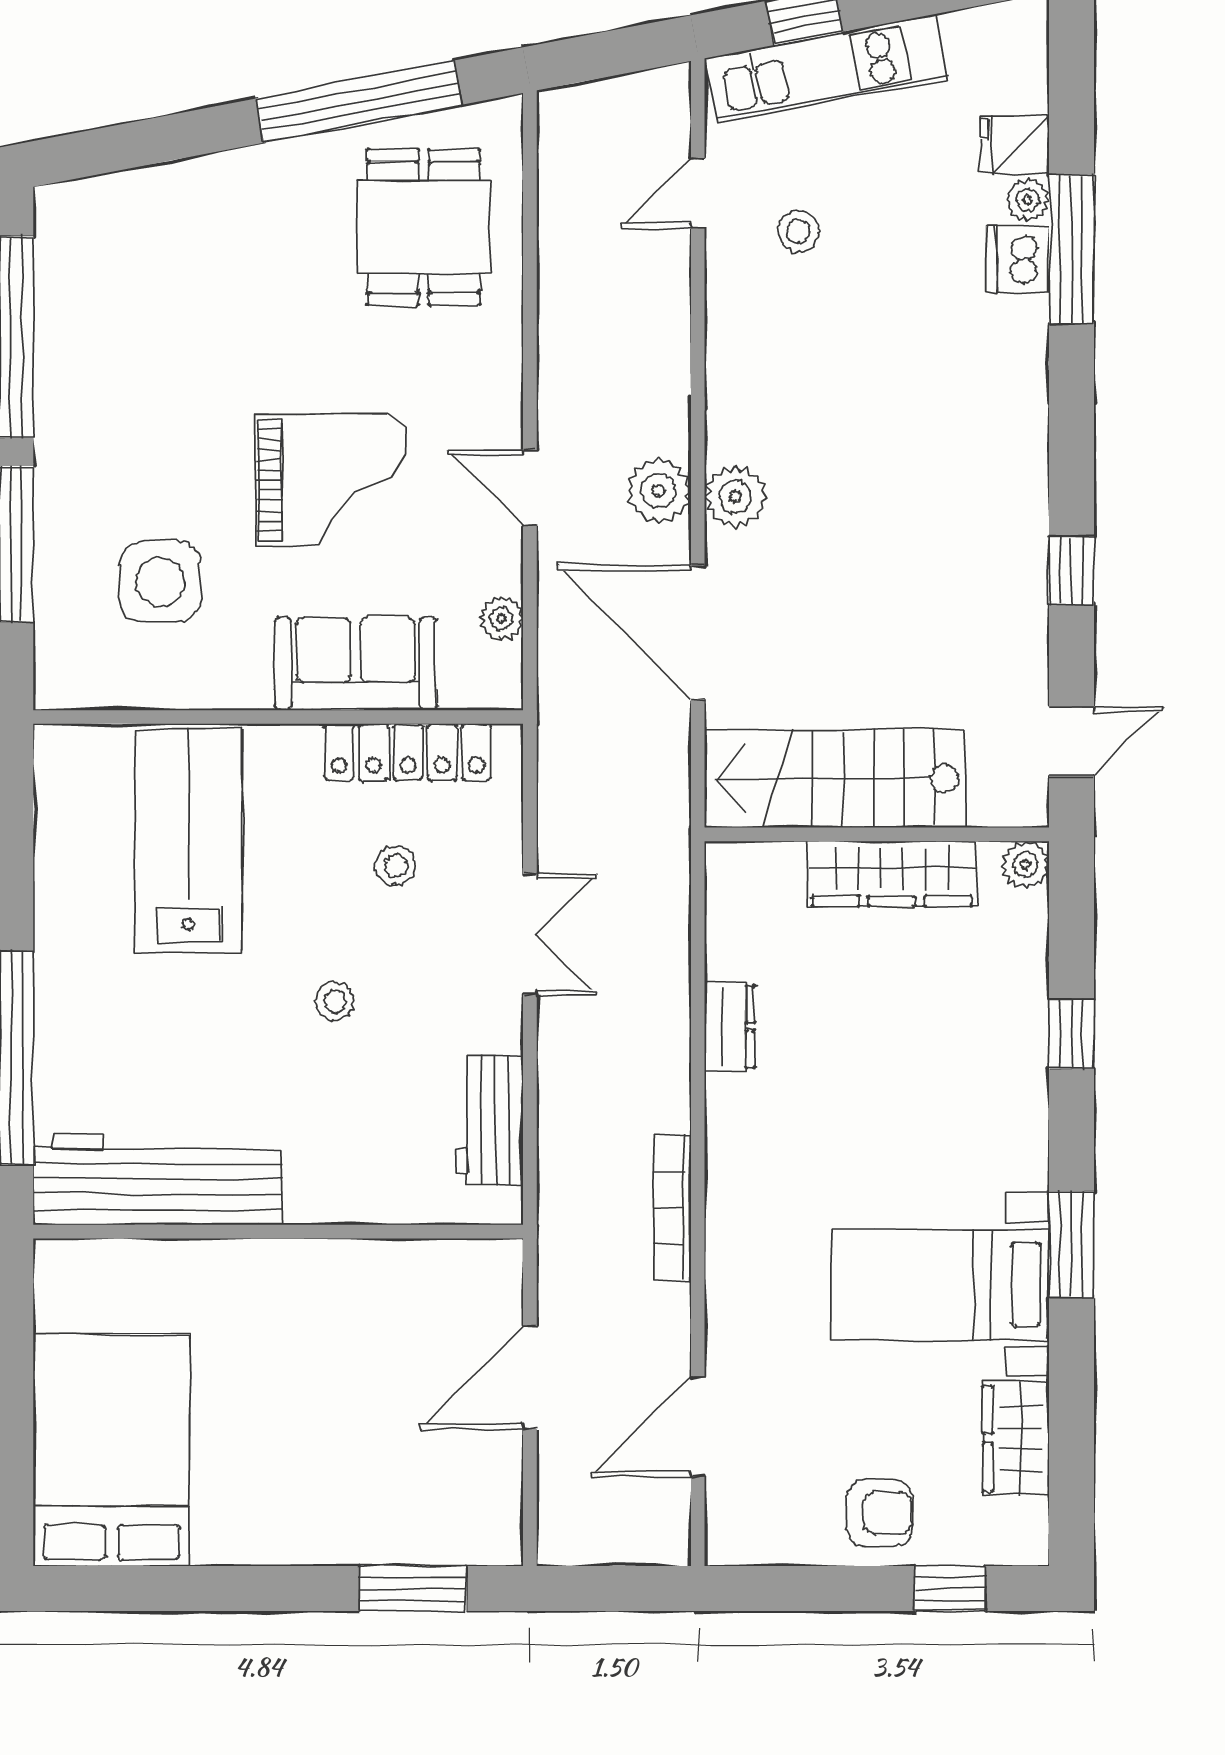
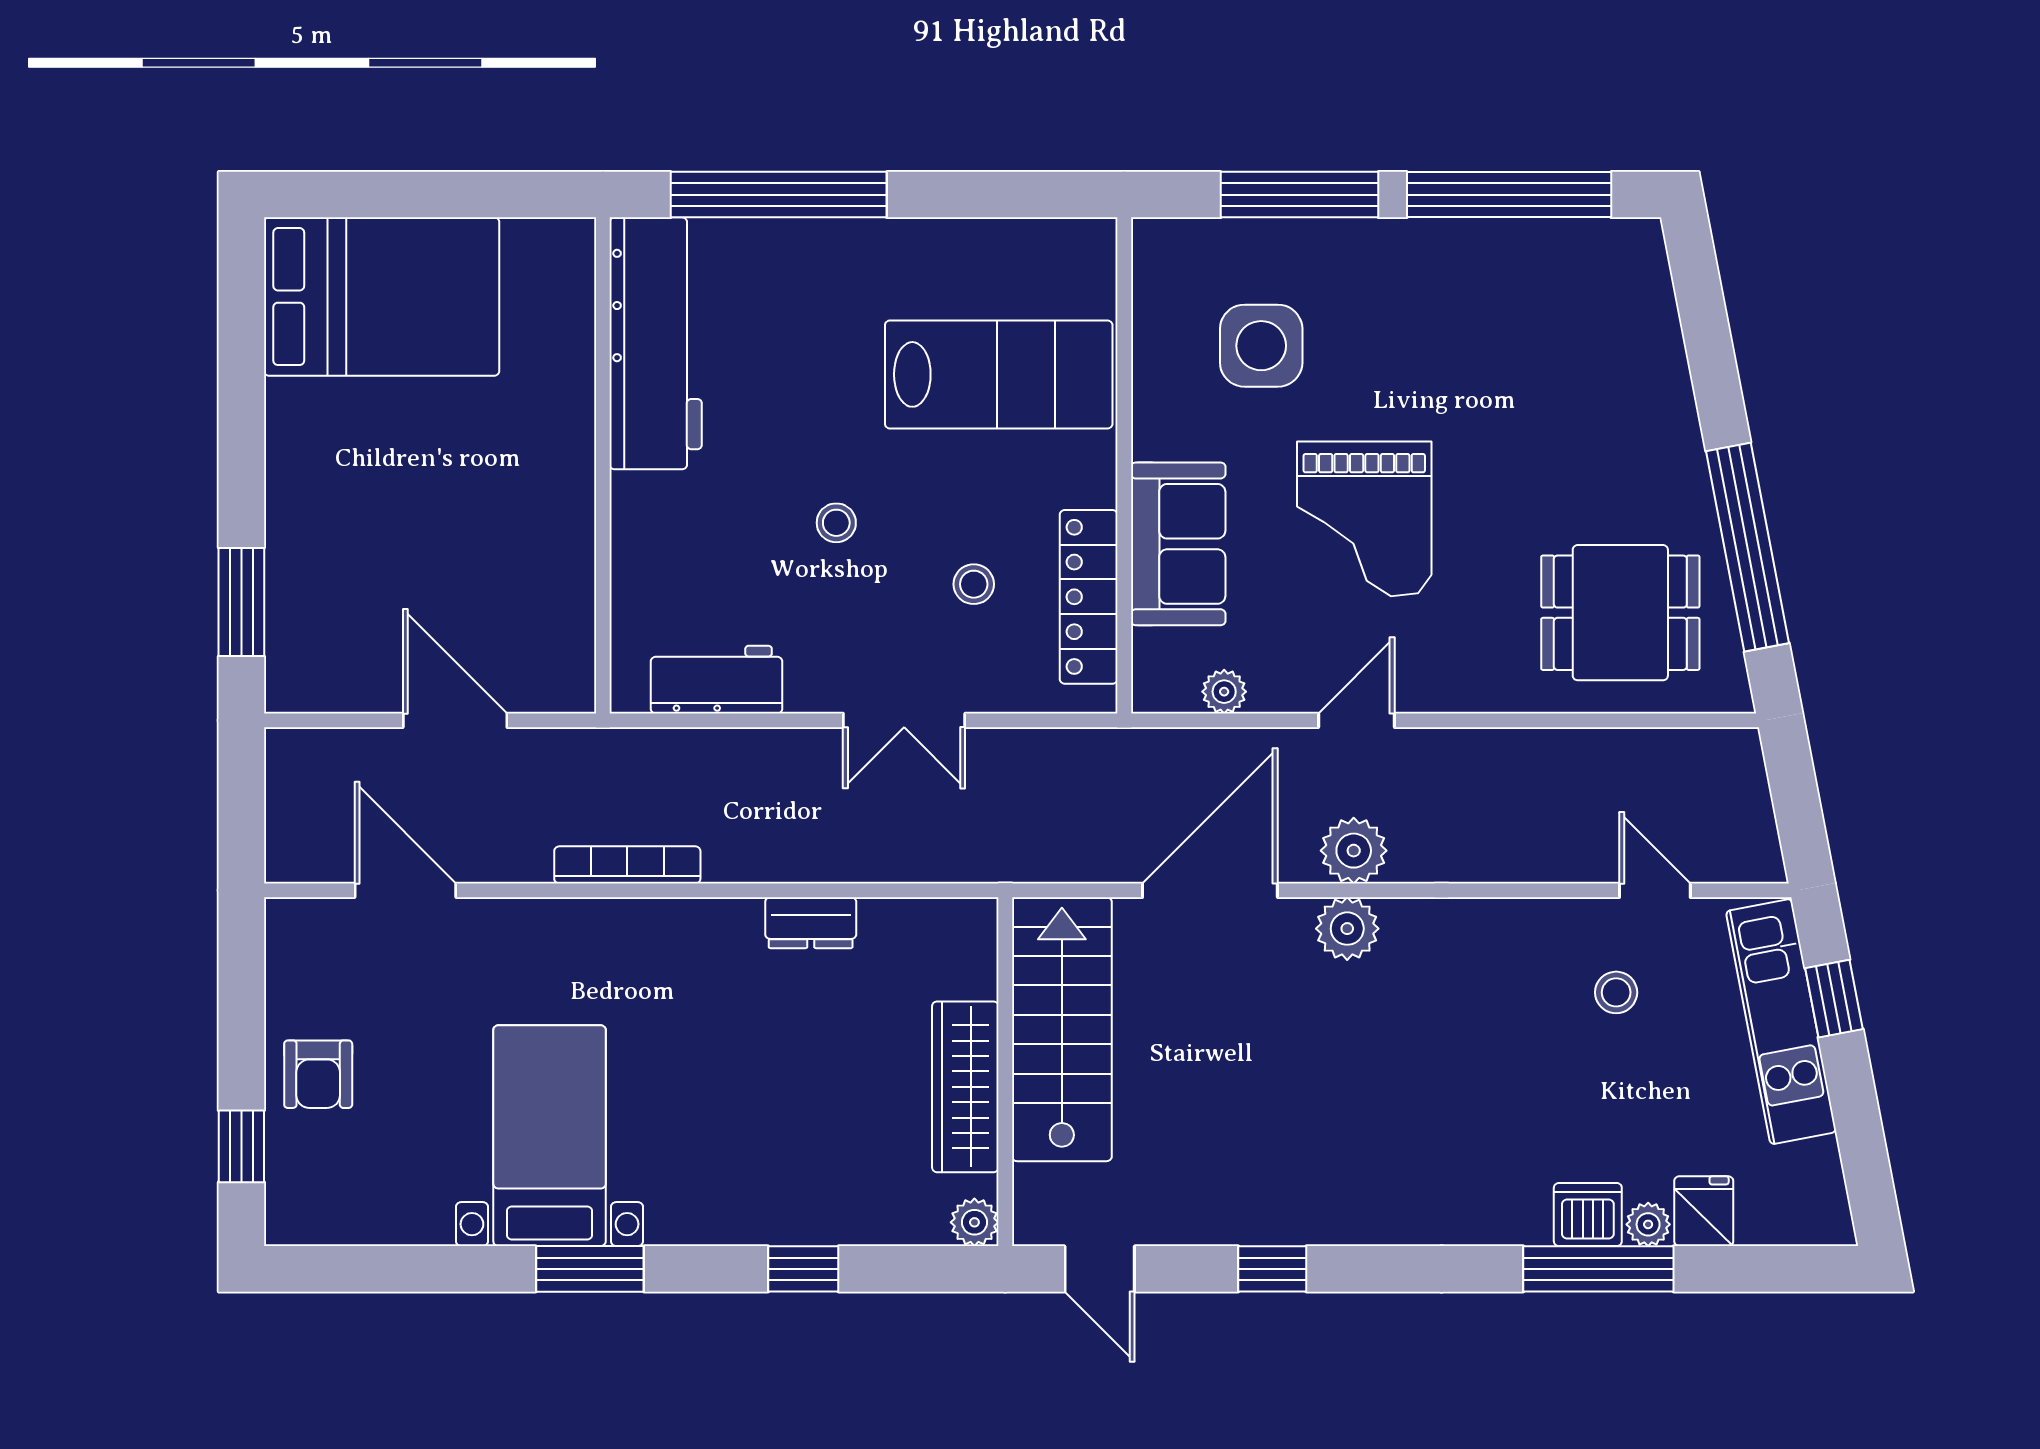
wardrobe: (1016, 1438) -> (393, 1213), removed

